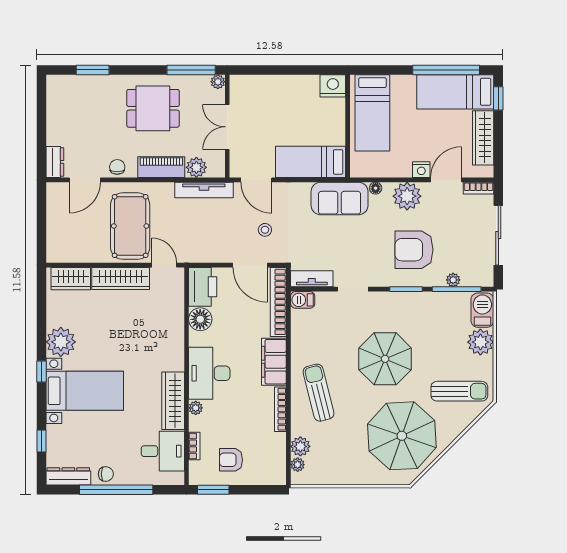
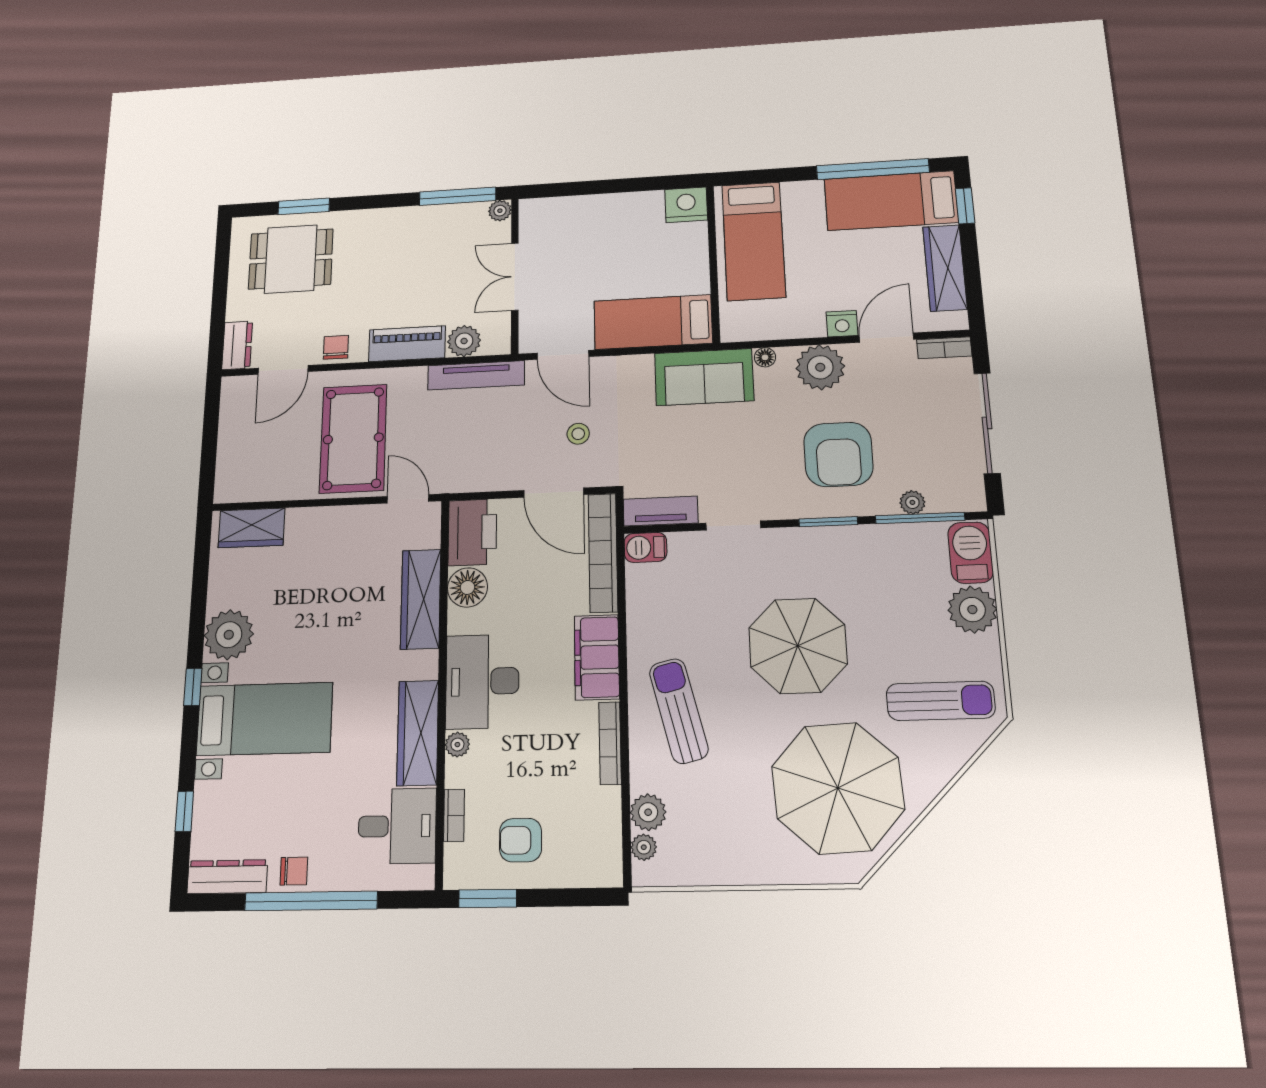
dining table: (153, 108) -> (291, 259), moved
armchair: (414, 250) -> (838, 454), turned -90
wardrobe: (121, 278) -> (421, 599), moved, turned 90

